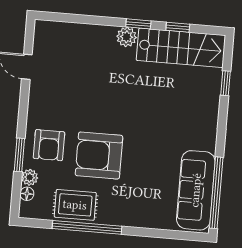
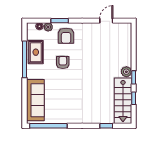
armchair: (49, 145) -> (66, 36), turned -90
armchair: (99, 155) -> (63, 62), width x0.53, depth x0.53
sofa: (196, 190) -> (35, 100), moved, turned 90

